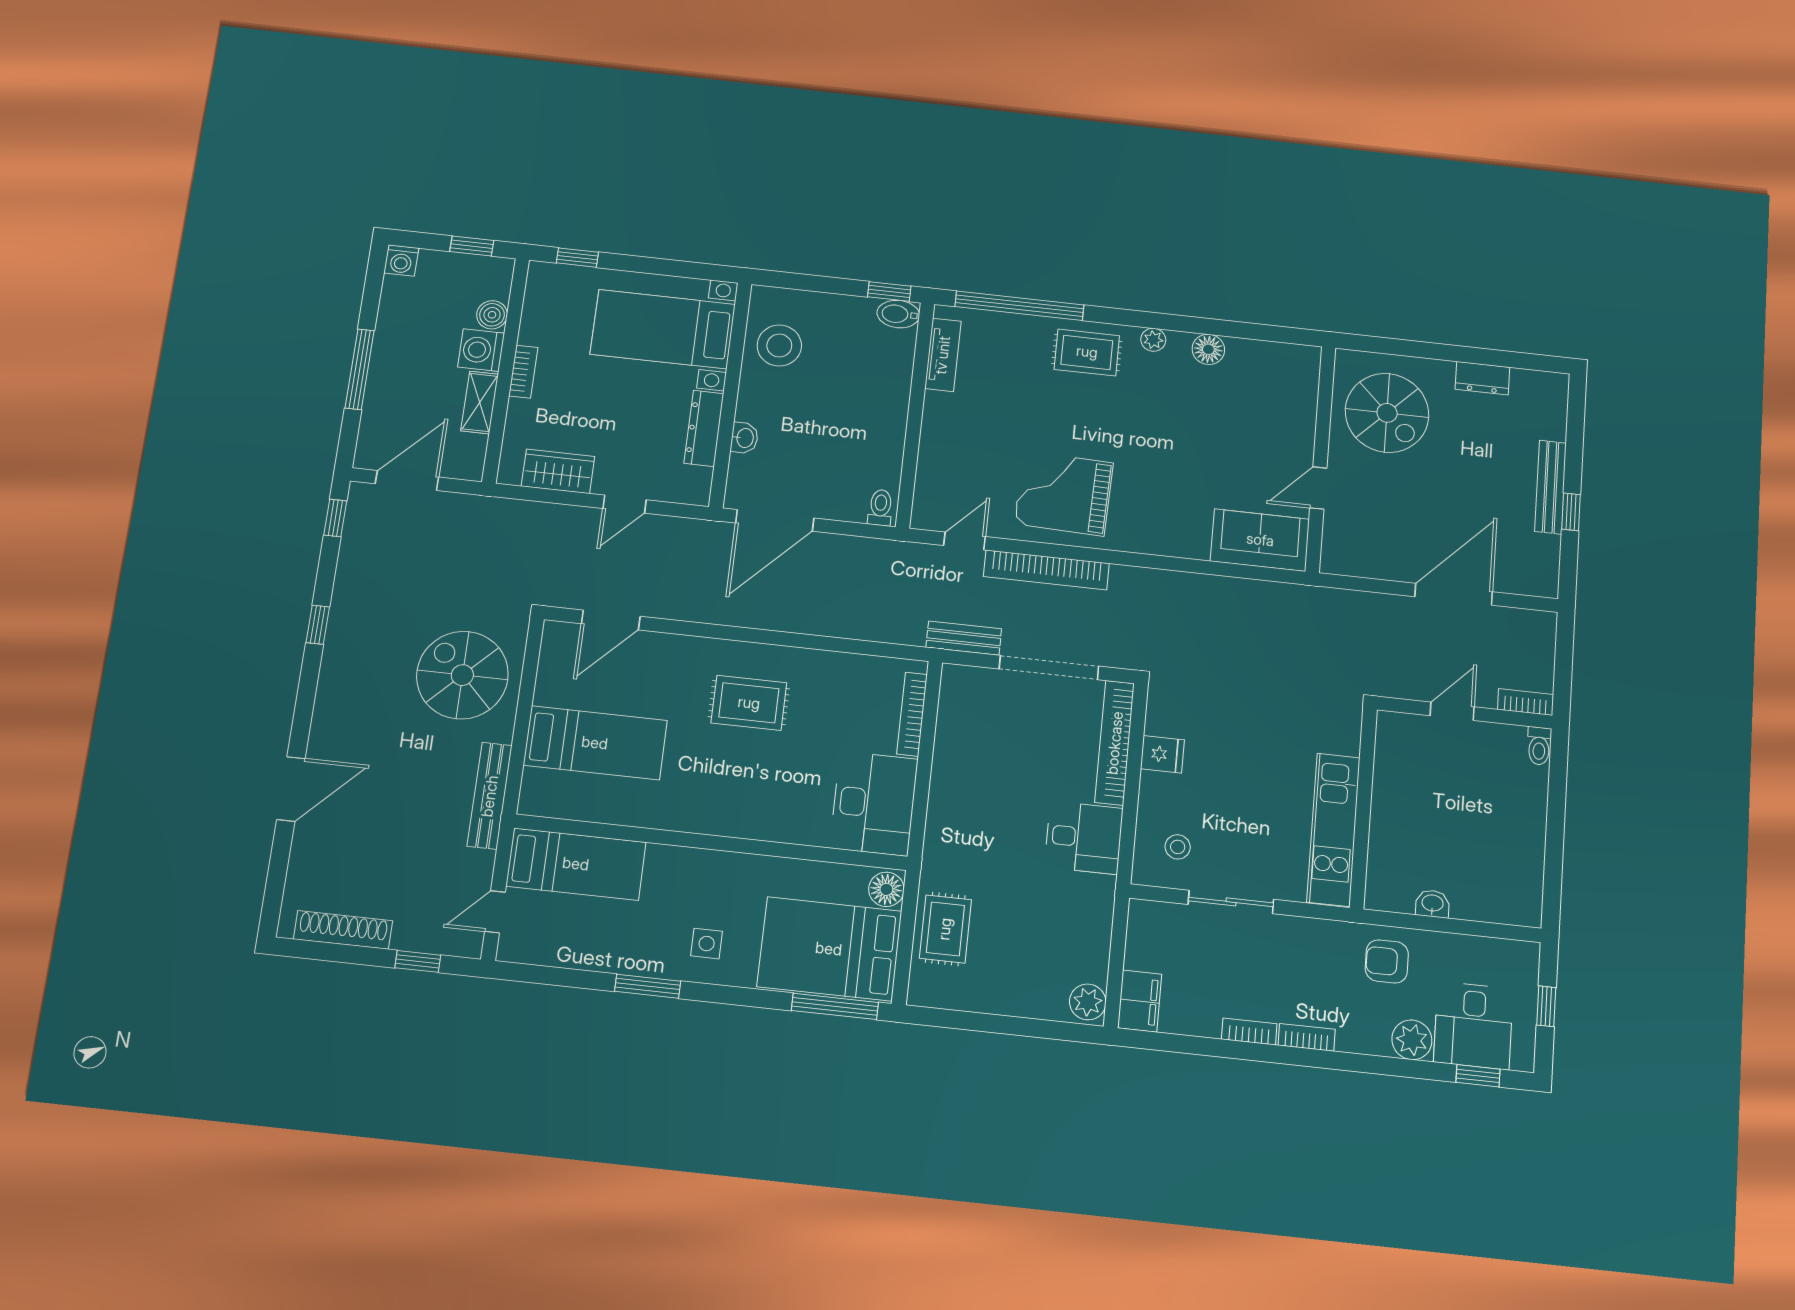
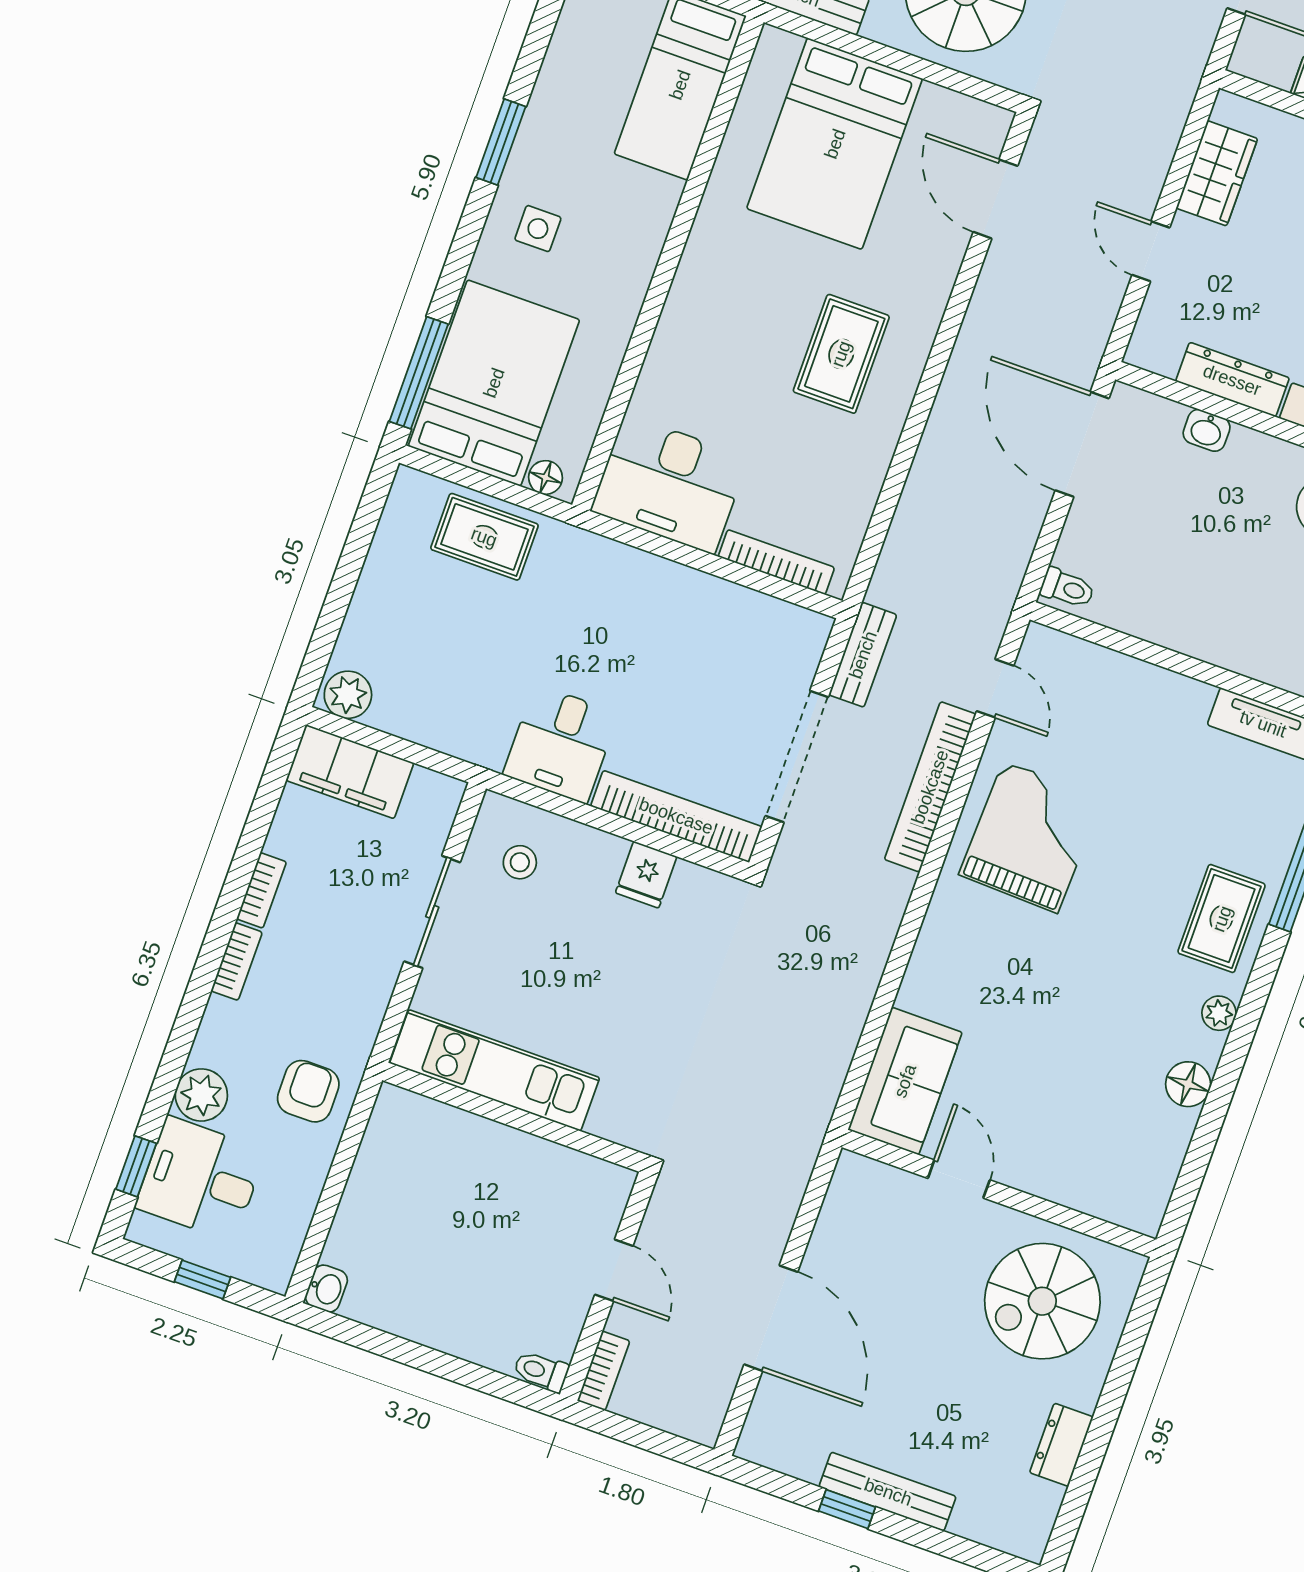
bed: (595, 743) -> (835, 144), width x1.50
floor lamp: (886, 889) -> (545, 477), width x0.73, depth x0.73
washbasin: (1432, 904) -> (326, 1289), moved
filing cabinet: (1140, 1001) -> (350, 772), width x1.50, depth x1.17

